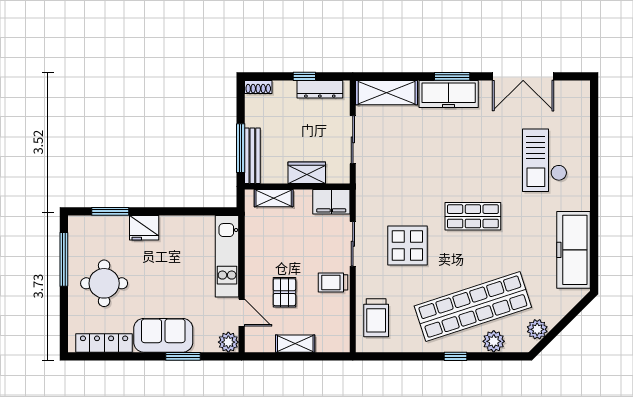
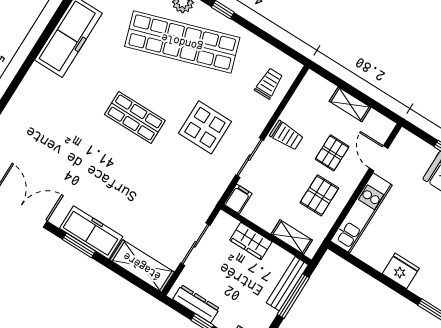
checkout: (545, 160) -> (46, 127), removed
filing cabinet: (331, 202) -> (238, 199), width x0.50
fridge: (144, 228) -> (401, 271), moved
pallet: (272, 249) -> (319, 195), added
trolley: (376, 318) -> (269, 83), width x0.73, depth x0.72
plant: (228, 342) -> (405, 141), removed

